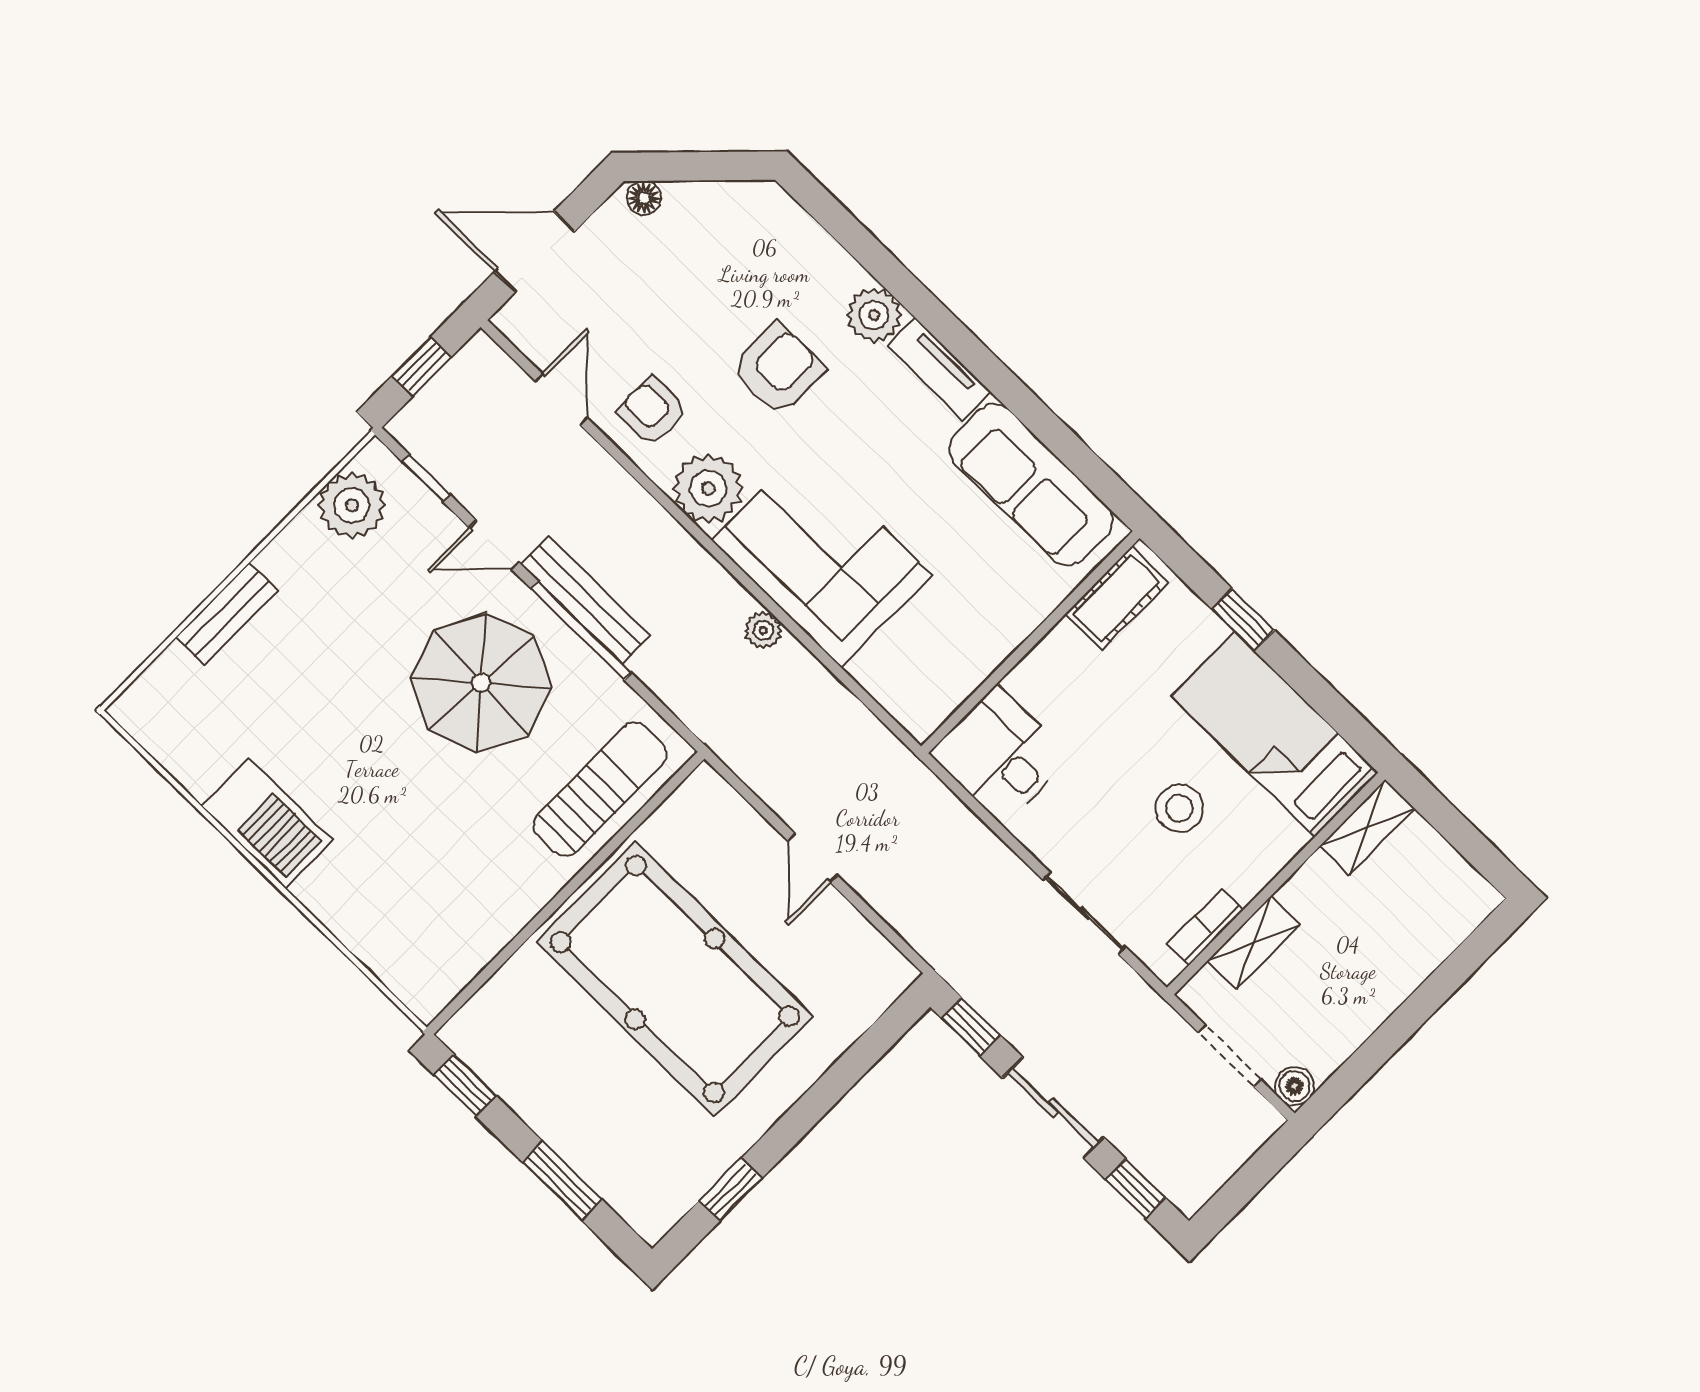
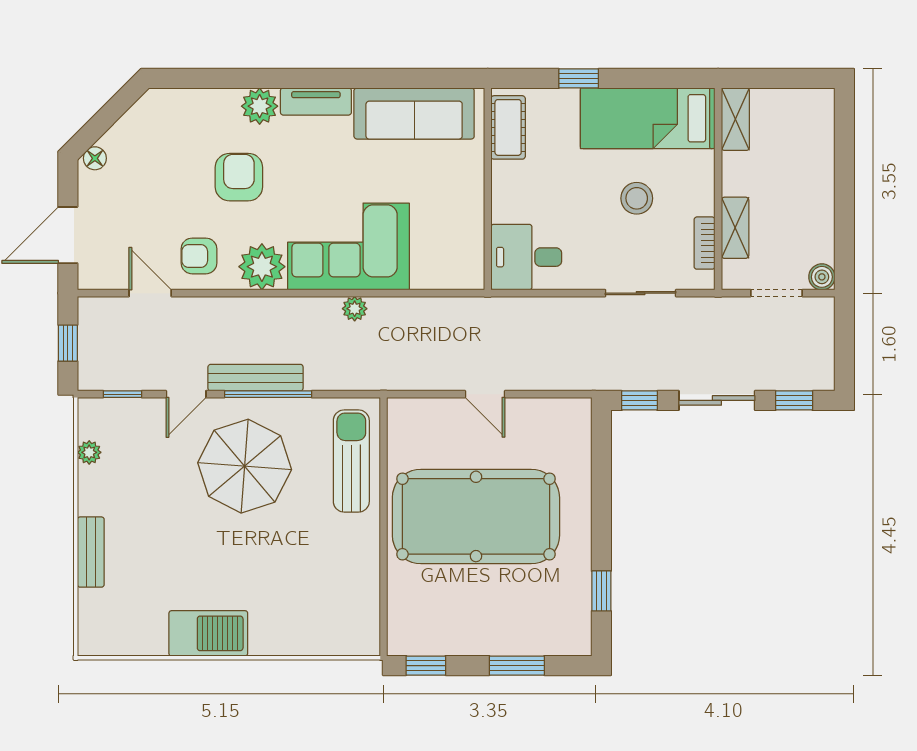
plant: (352, 505) -> (89, 452), width x0.53, depth x0.53

